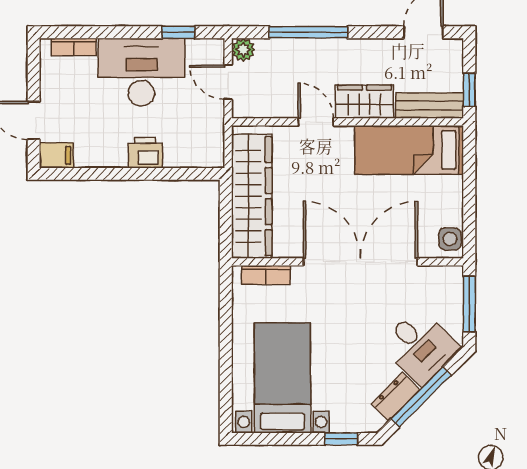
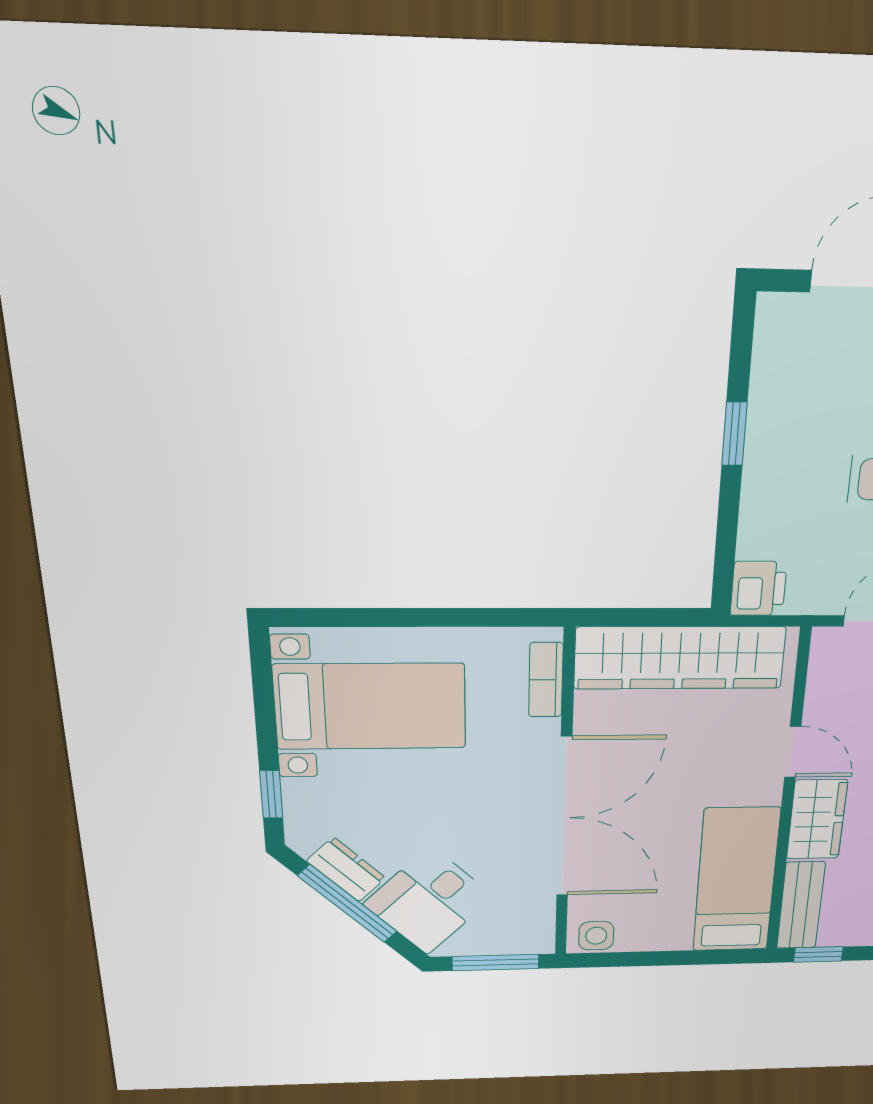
door: (316, 122) -> (793, 752), hinge flipped
printer: (145, 153) -> (758, 589), moved
filing cabinet: (56, 155) -> (777, 324), removed
window: (116, 174) -> (734, 434), added

